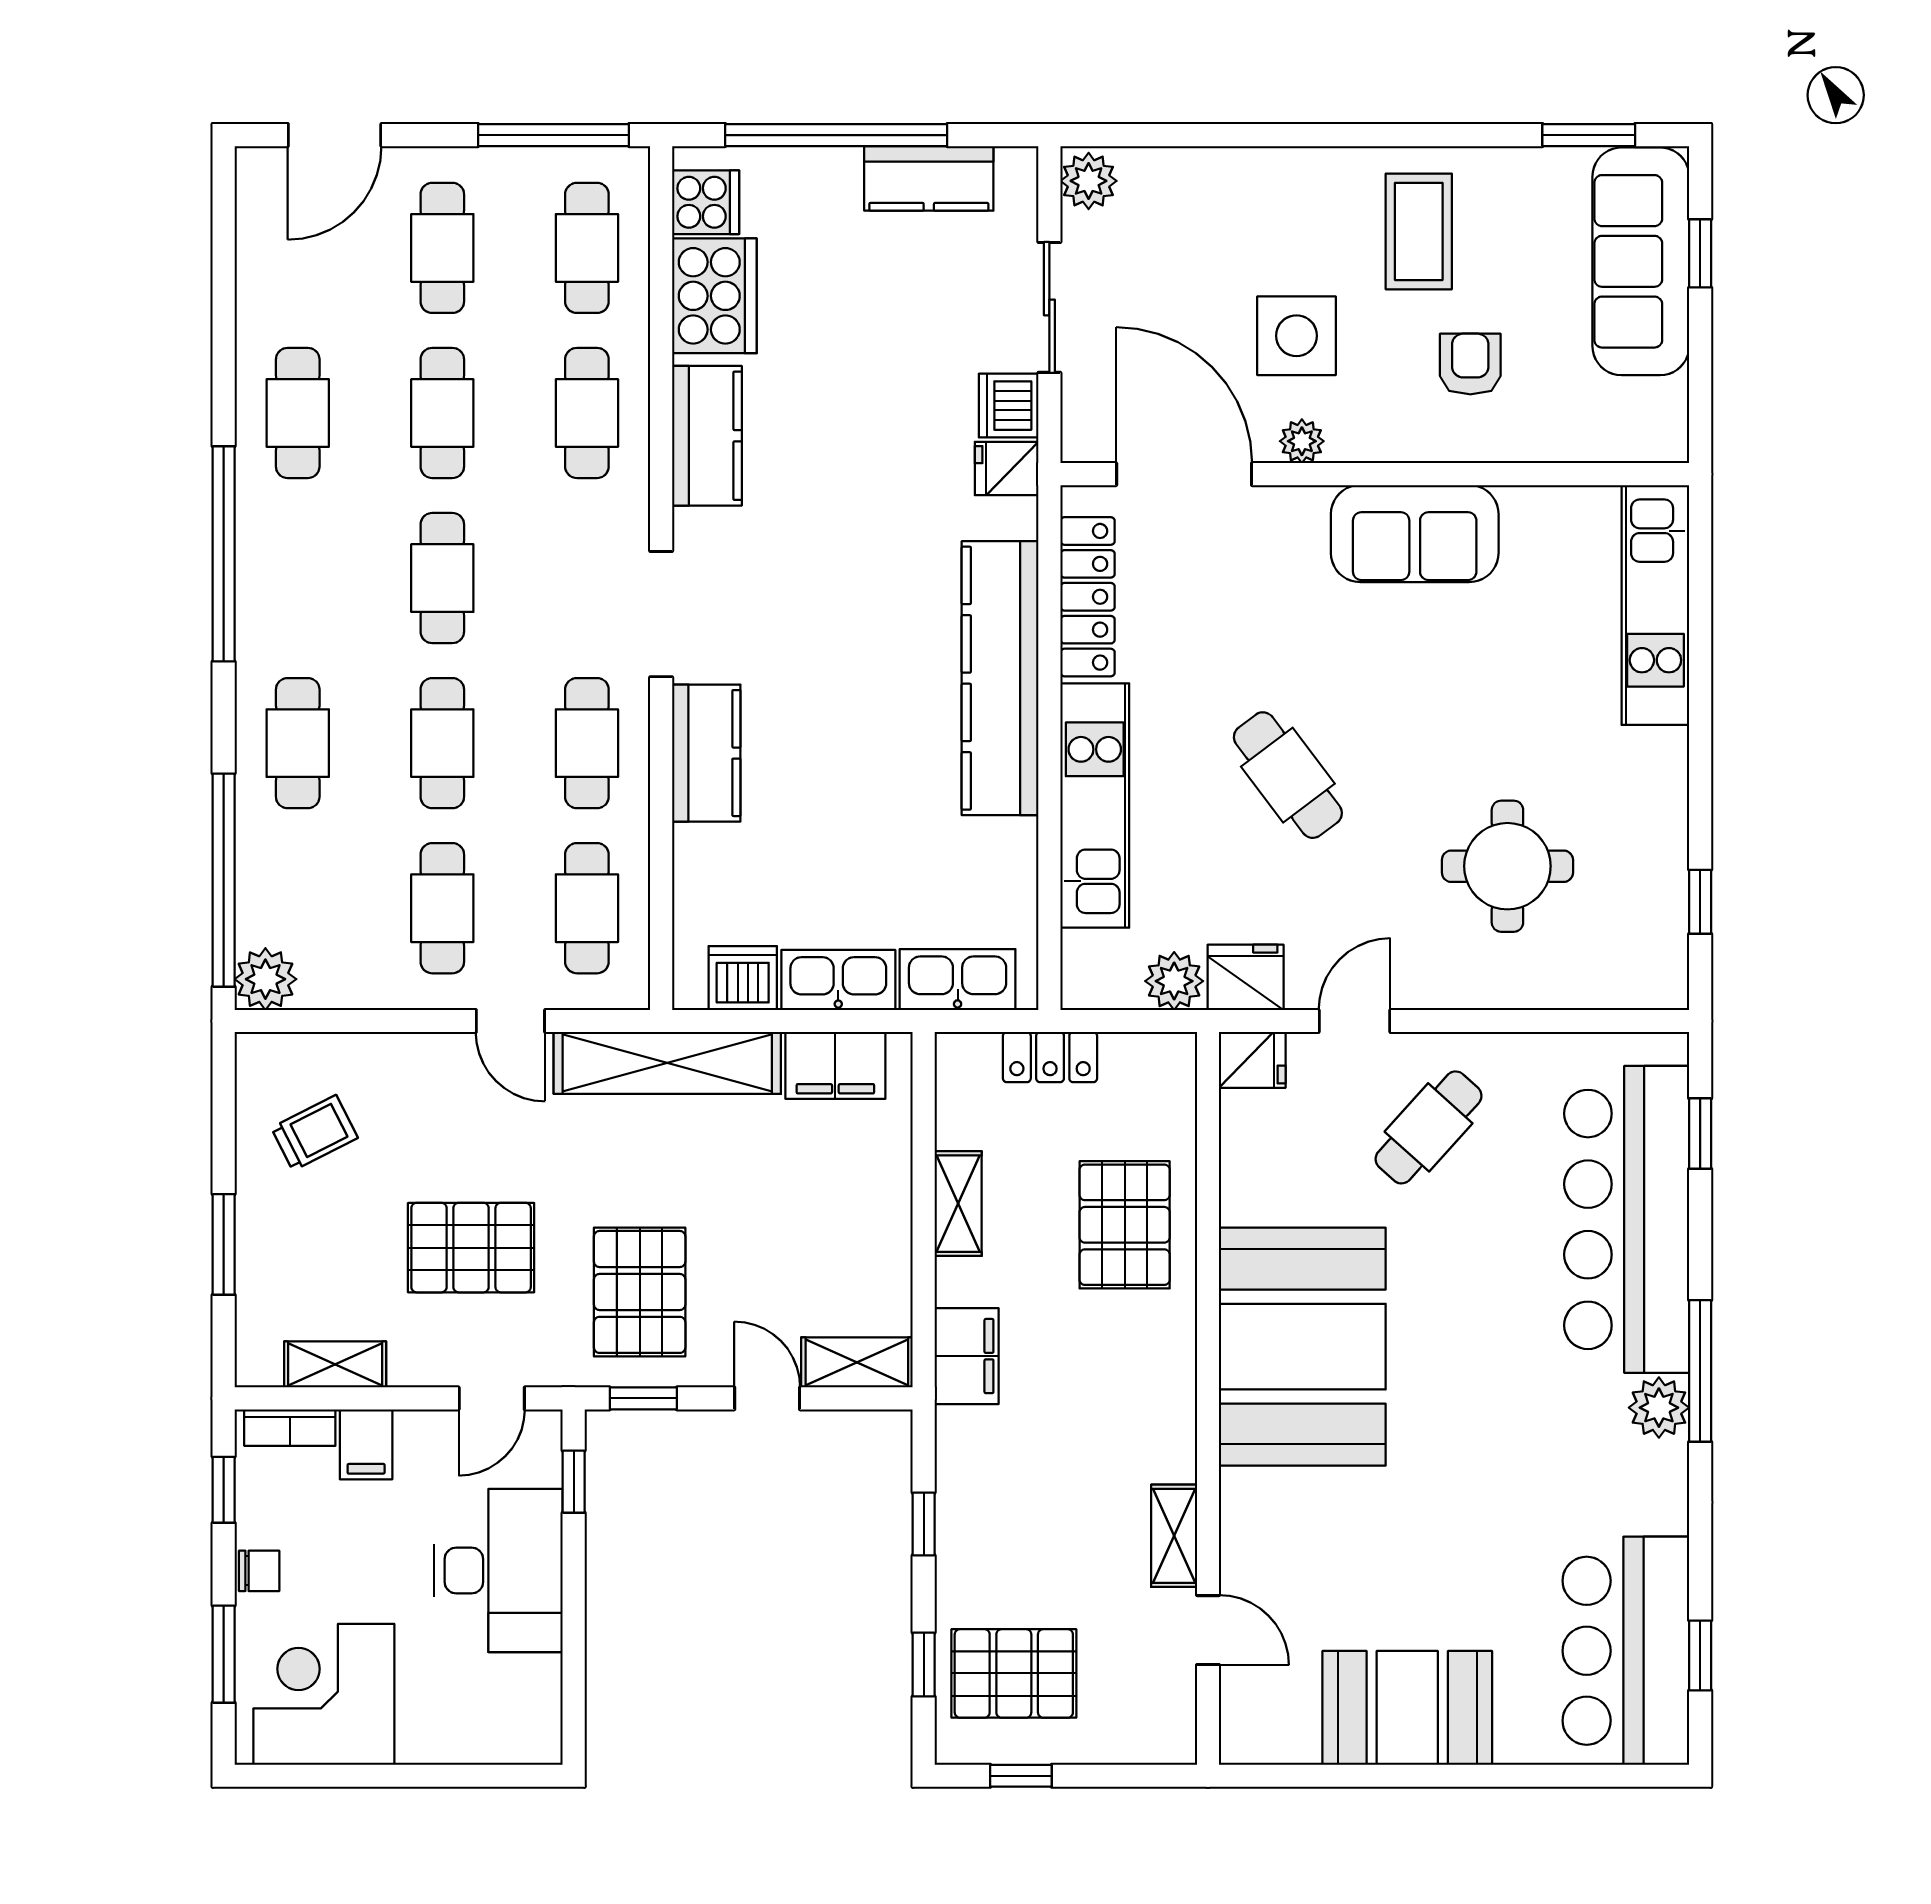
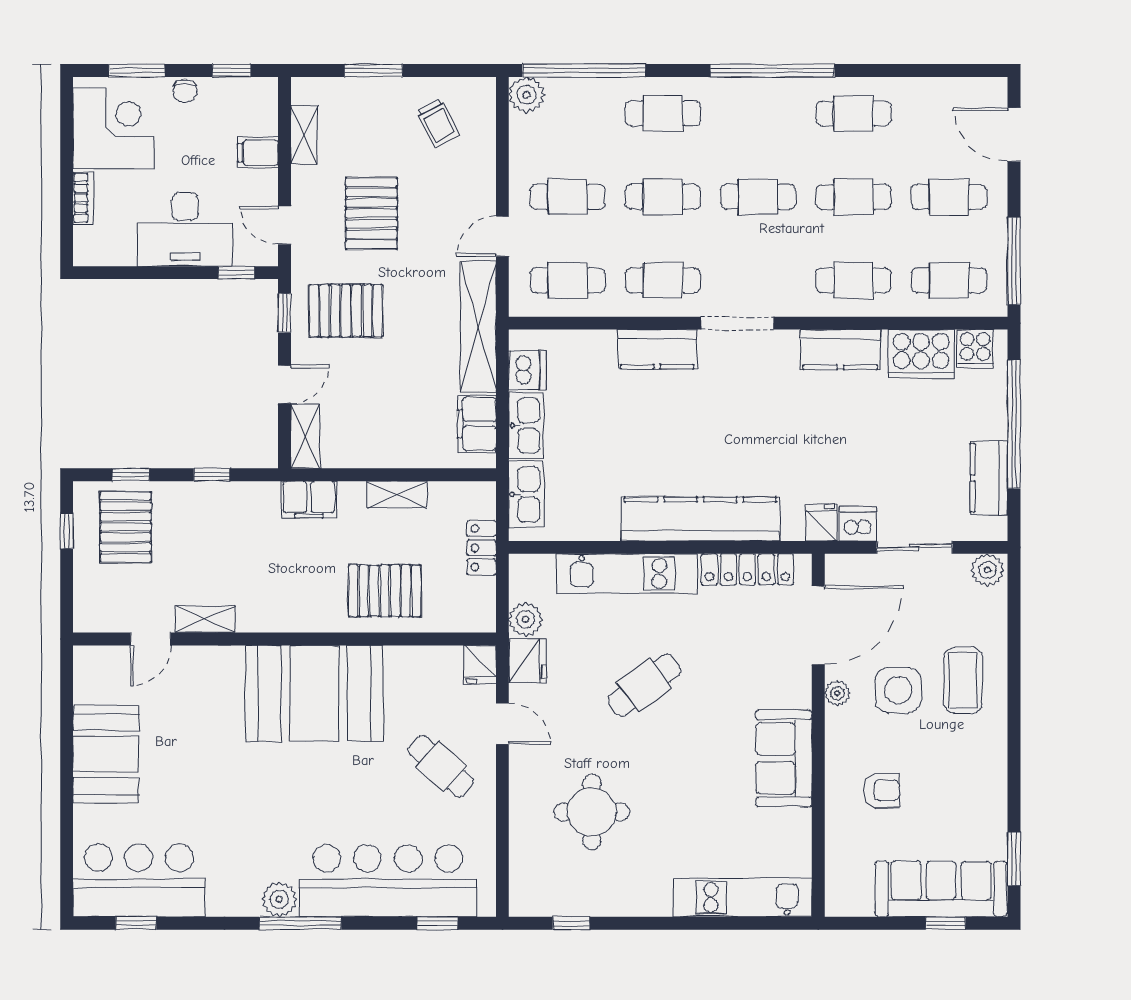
coffee table: (1419, 231) -> (963, 680), moved, turned 90
bookcase: (290, 1428) -> (83, 198), moved, turned 180

